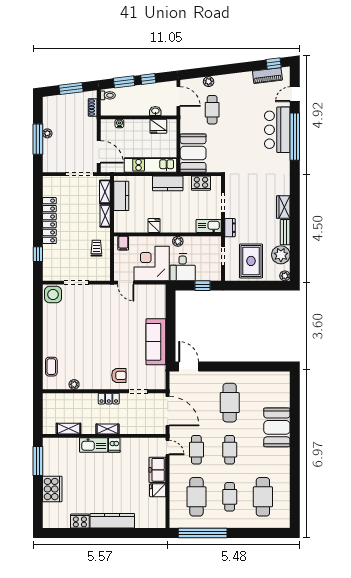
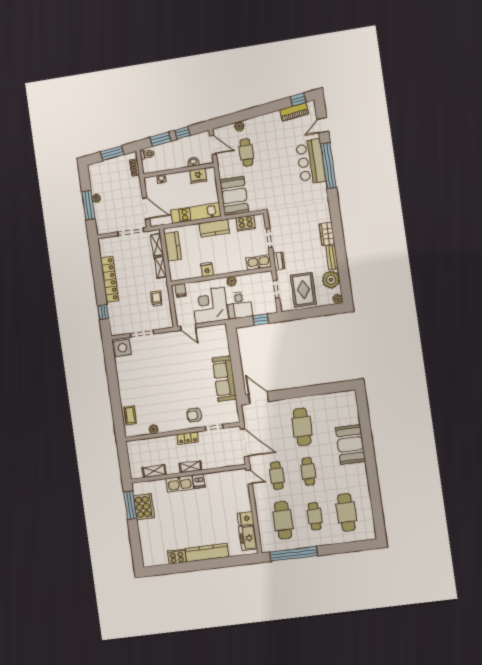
armchair: (119, 375) -> (194, 415), turned 180
freezer: (157, 470) -> (248, 538), moved
cooker: (52, 489) -> (144, 507), moved

